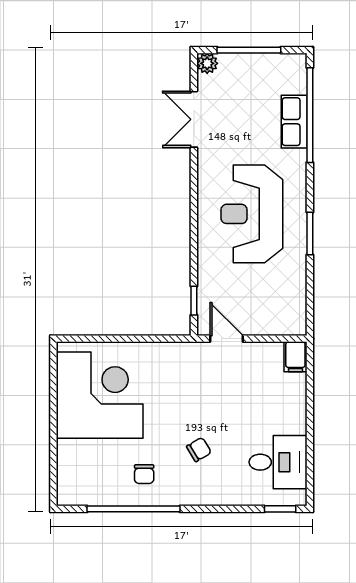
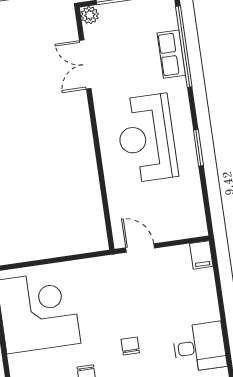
window: (194, 301) -> (108, 219), removed
chair: (199, 449) -> (130, 346), turned -59

